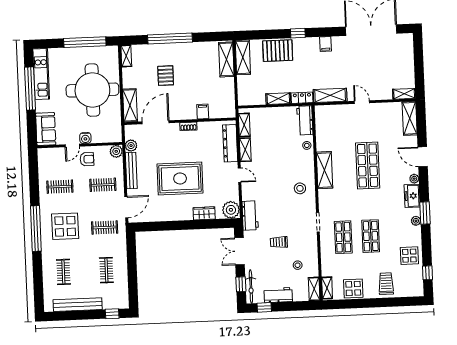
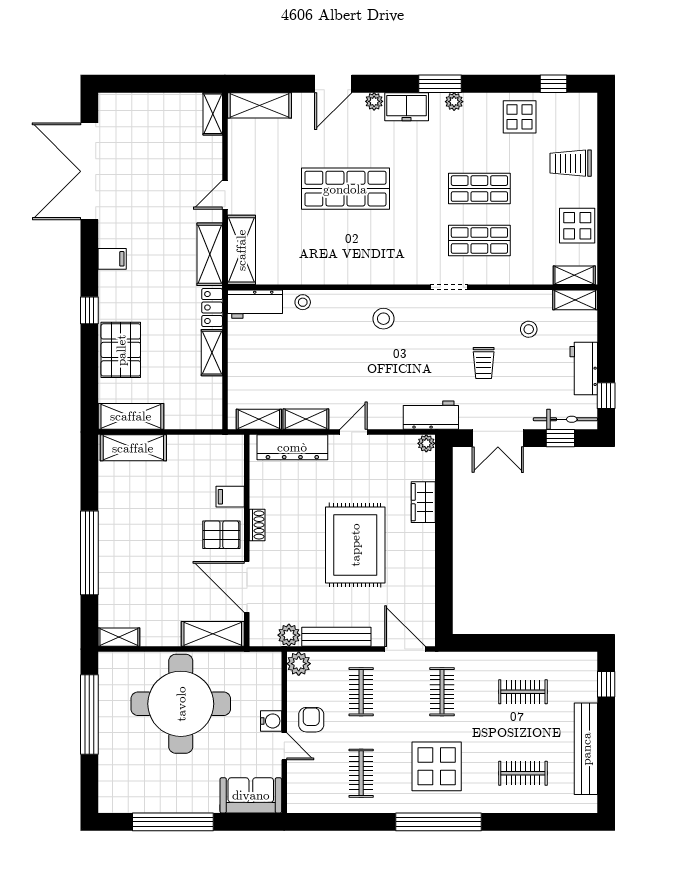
kitchen unit: (41, 74) -> (146, 800), removed
pallet: (166, 76) -> (221, 535), moved
shelving: (324, 170) -> (241, 250), moved, turned 90
plant: (231, 210) -> (426, 443), width x0.53, depth x0.53

